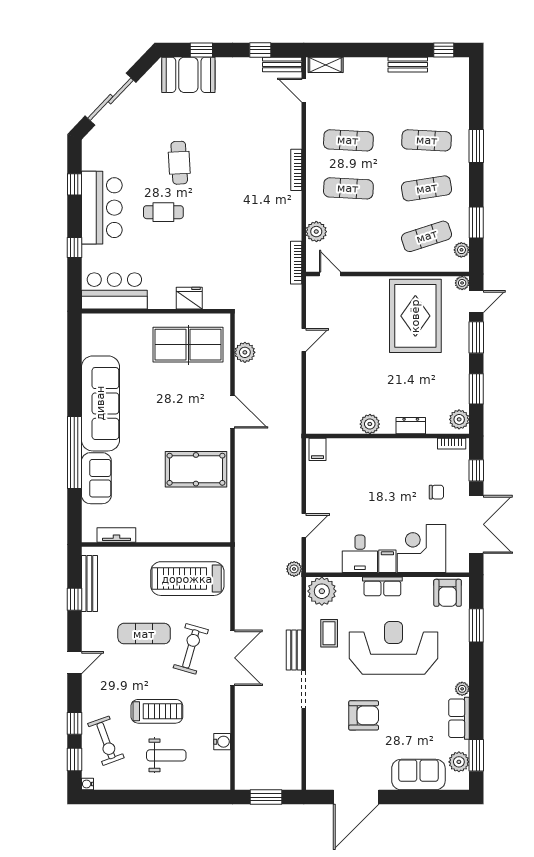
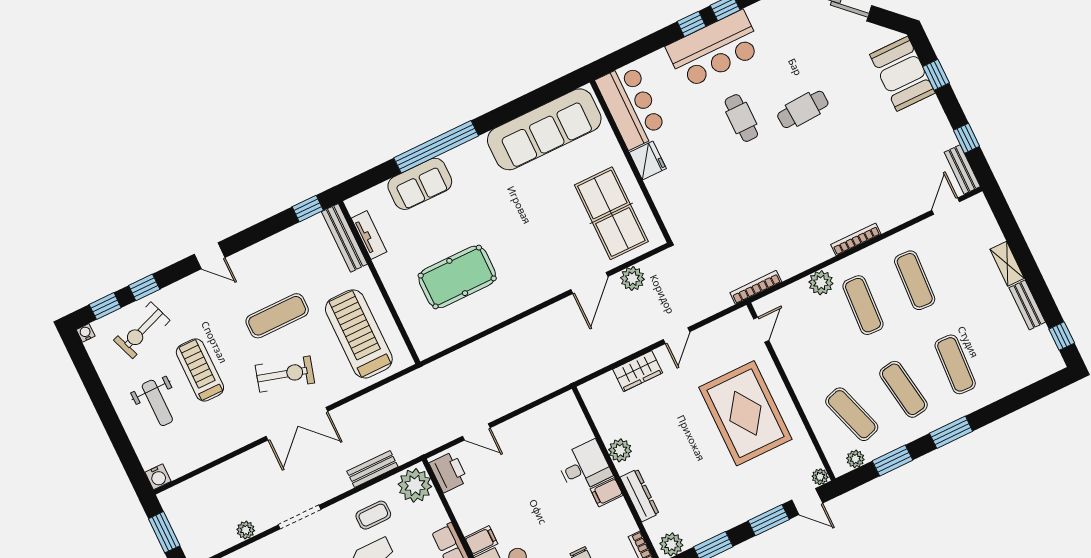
shelving: (326, 65) -> (1007, 264), moved
window: (476, 146) -> (951, 432), moved
plant: (316, 232) -> (821, 283), moved
window: (74, 247) -> (692, 24), moved
fridge: (189, 298) -> (648, 161), moved
rug: (415, 316) -> (745, 413), moved, turned 90
door: (304, 340) -> (676, 336), hinge flipped
wardrobe: (316, 382) -> (638, 371), added
sofa: (100, 403) -> (544, 129), moved
door: (233, 412) -> (589, 283), moved
dresser: (411, 426) -> (640, 495), width x1.44
filing cabinet: (317, 449) -> (607, 492), moved
pool table: (196, 469) -> (457, 277), moved, turned 90
desk: (360, 554) -> (584, 467), moved, turned 180
printer: (324, 561) -> (449, 472), added
plant: (294, 569) -> (246, 530), moved
bench: (89, 584) -> (344, 238), moved, turned 90
window: (74, 599) -> (308, 209), moved
exercise mat: (144, 634) -> (277, 316), turned 90
bench: (294, 650) -> (372, 469), moved
treadmill: (157, 711) -> (200, 370), turned 180
water cooler: (222, 742) -> (158, 477), moved

